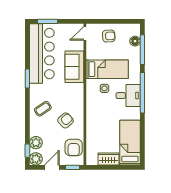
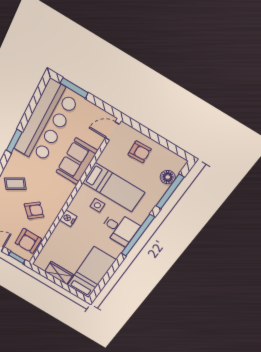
nightstand: (91, 111) -> (68, 218), added

